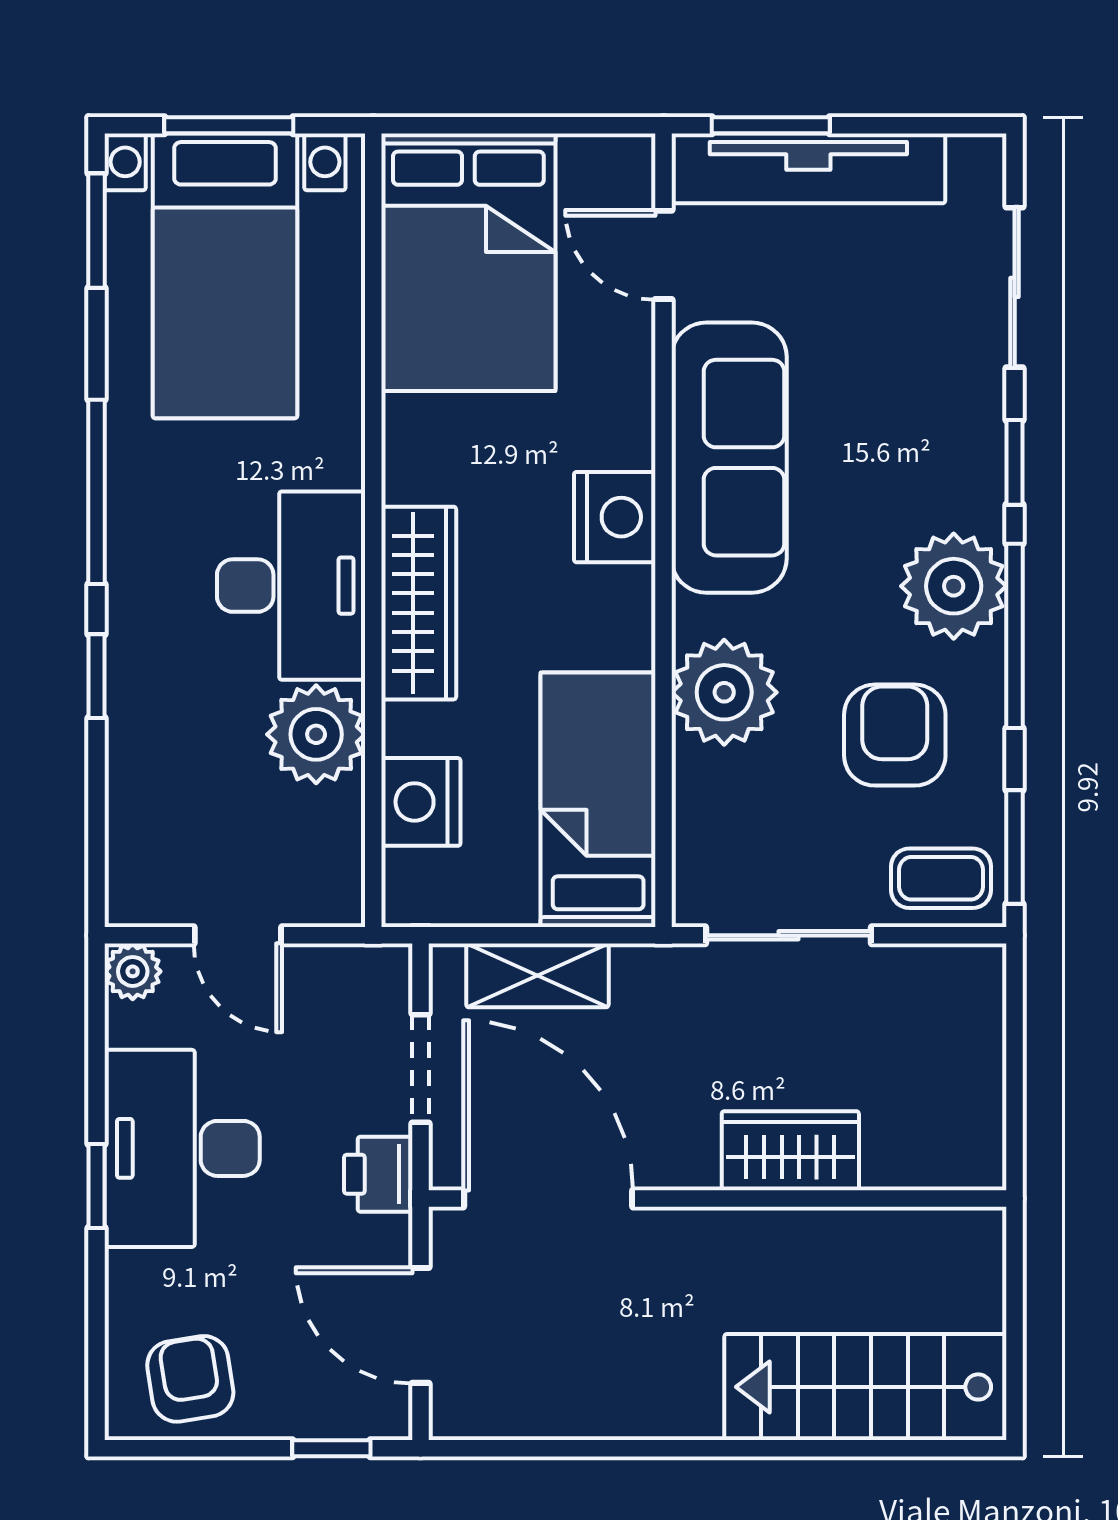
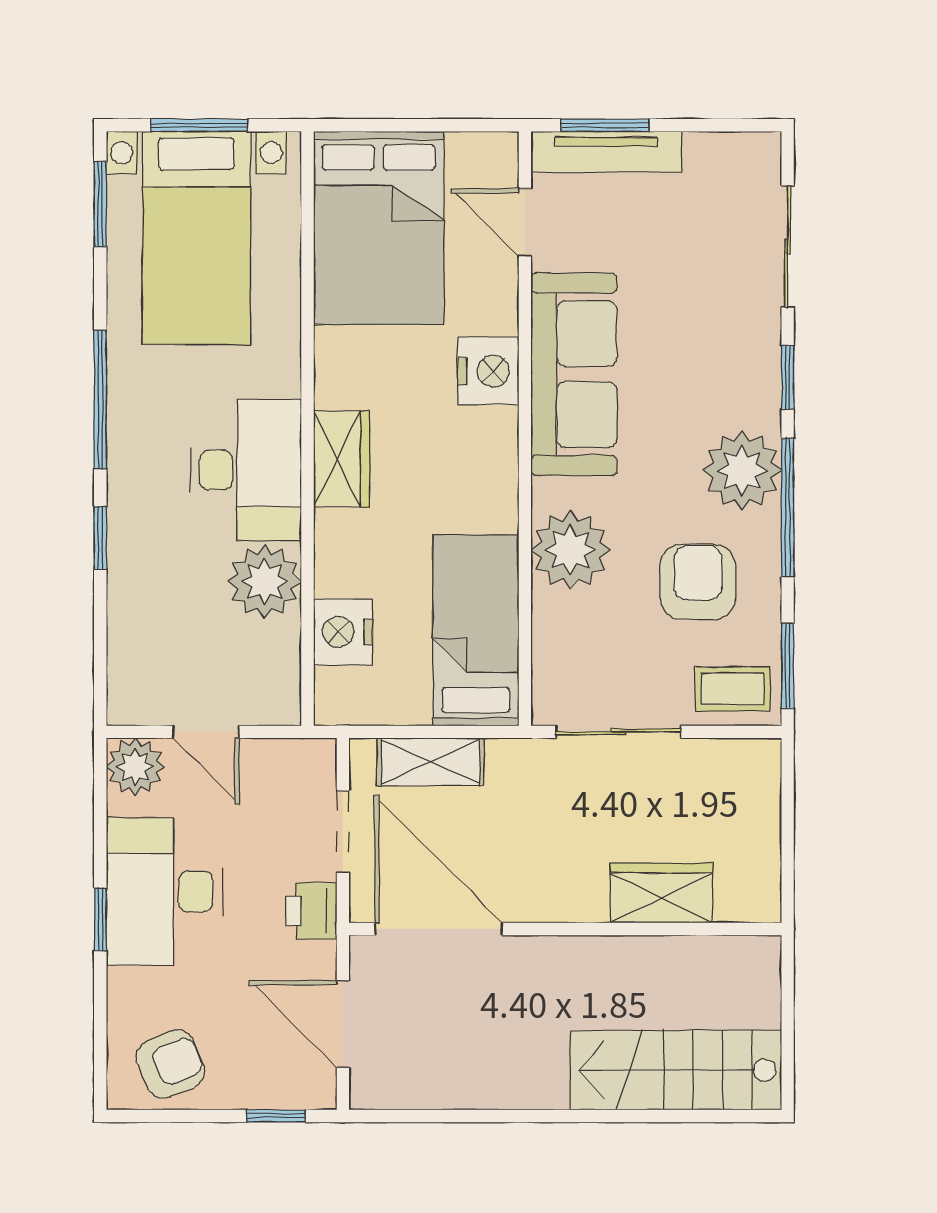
tv unit: (808, 168) -> (606, 152), width x0.73, depth x0.78
nightstand: (615, 517) -> (488, 371), moved
wardrobe: (419, 603) -> (341, 459), width x0.67
plant: (133, 971) -> (135, 767), width x1.38, depth x1.38
wardrobe: (790, 1151) -> (662, 893), moved
armchair: (190, 1379) -> (170, 1064), turned 76

